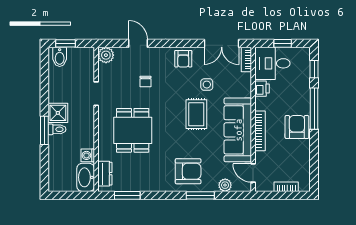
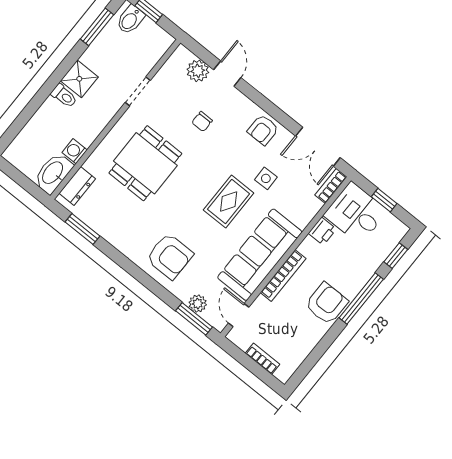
plant: (106, 55) -> (198, 71), moved
window: (44, 130) -> (97, 27), moved
window: (200, 195) -> (194, 319), moved

